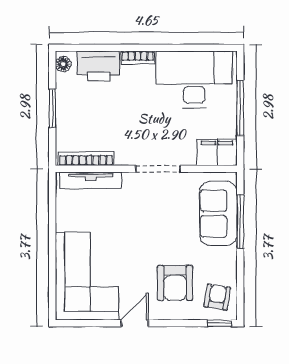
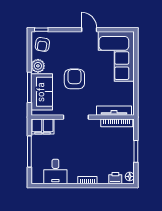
printer: (98, 66) -> (115, 178), width x0.53, depth x0.68
desk: (194, 79) -> (55, 171), width x0.53, depth x0.77
plant: (225, 259) -> (38, 66), added
armchair: (175, 283) -> (74, 79), moved
door: (135, 323) -> (89, 30), swing flipped

